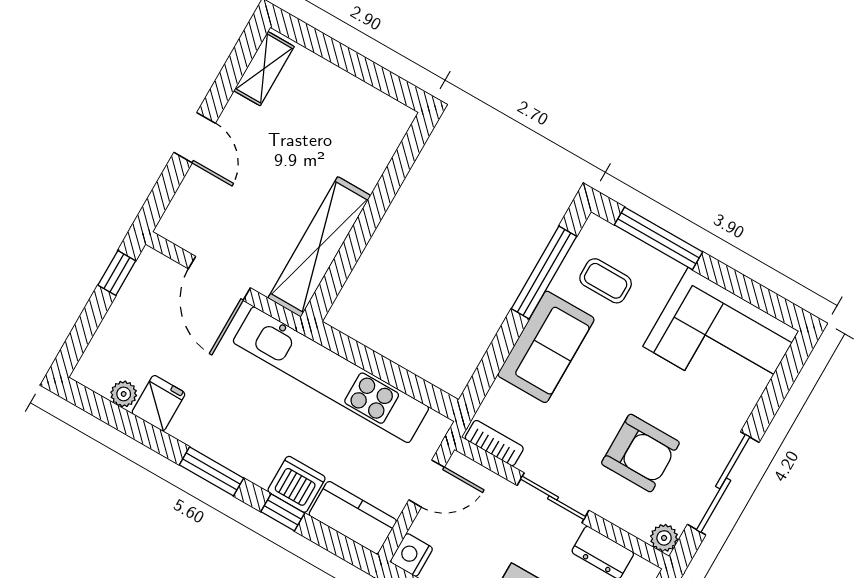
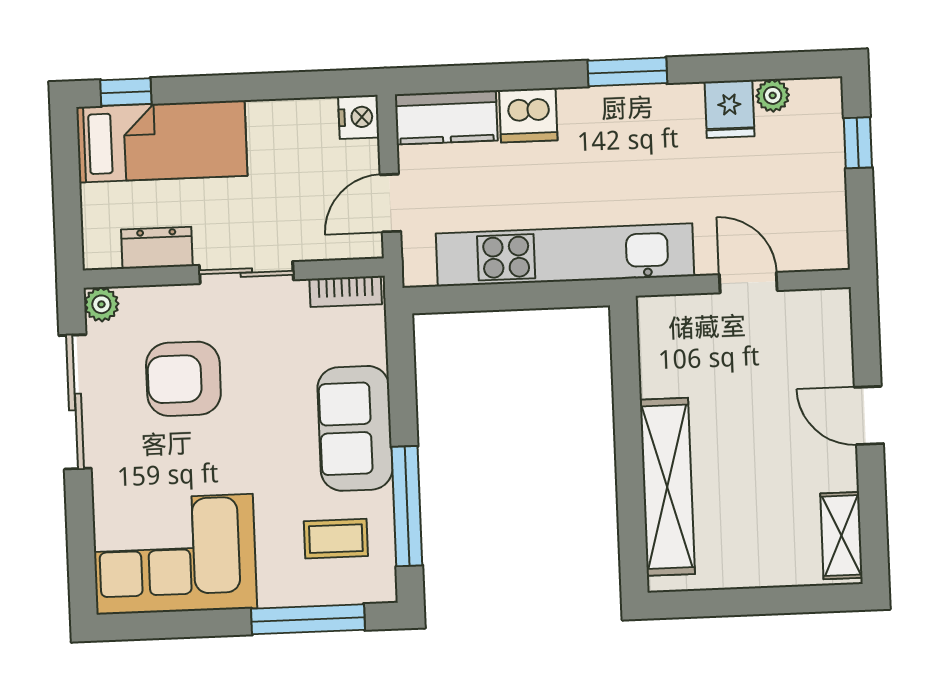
shelving: (319, 247) -> (667, 487), moved
window: (117, 273) -> (858, 143), moved
door: (219, 278) -> (748, 283), width x0.73
window: (283, 512) -> (524, 76), removed

